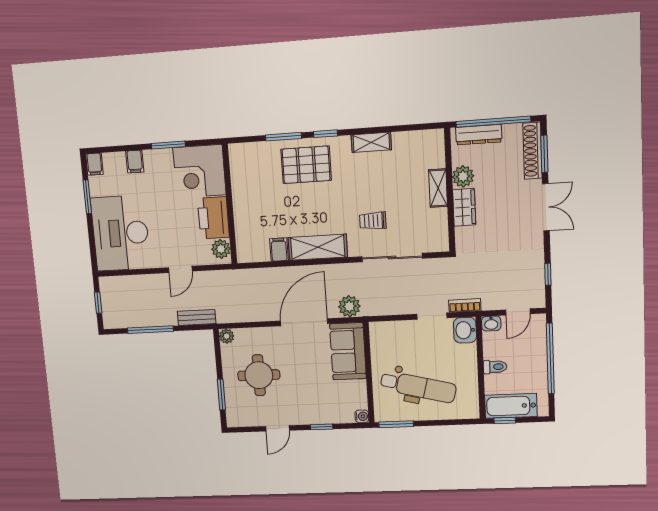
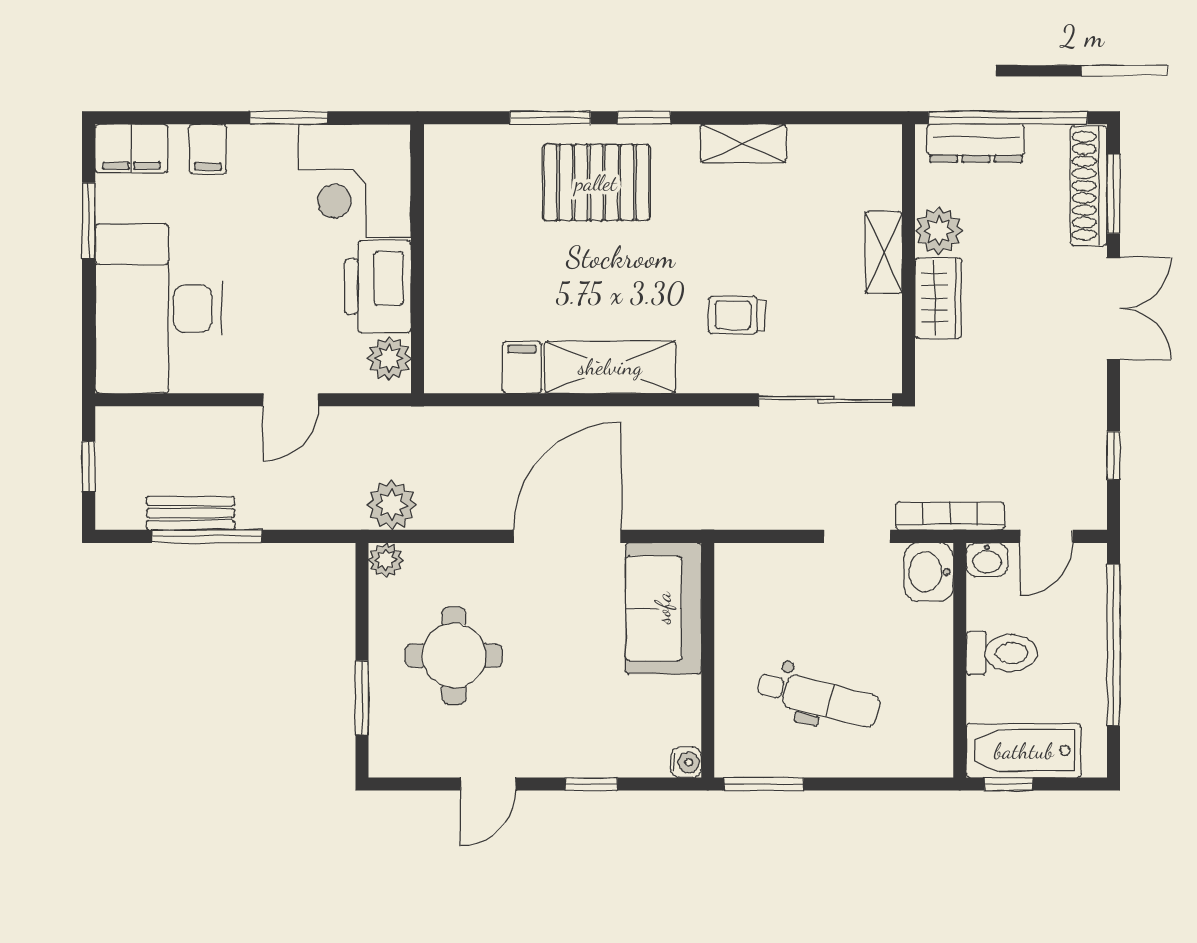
filing cabinet: (94, 164) -> (131, 149), width x2.00
sliding door: (392, 258) -> (826, 400), moved
bookcase: (465, 305) -> (950, 516), width x1.56
plant: (349, 306) -> (392, 505), moved
bench: (197, 317) -> (190, 513), moved
toilet: (495, 367) -> (1002, 653), width x1.37, depth x1.39
dental chair: (418, 387) -> (818, 698), width x0.73, depth x0.72

